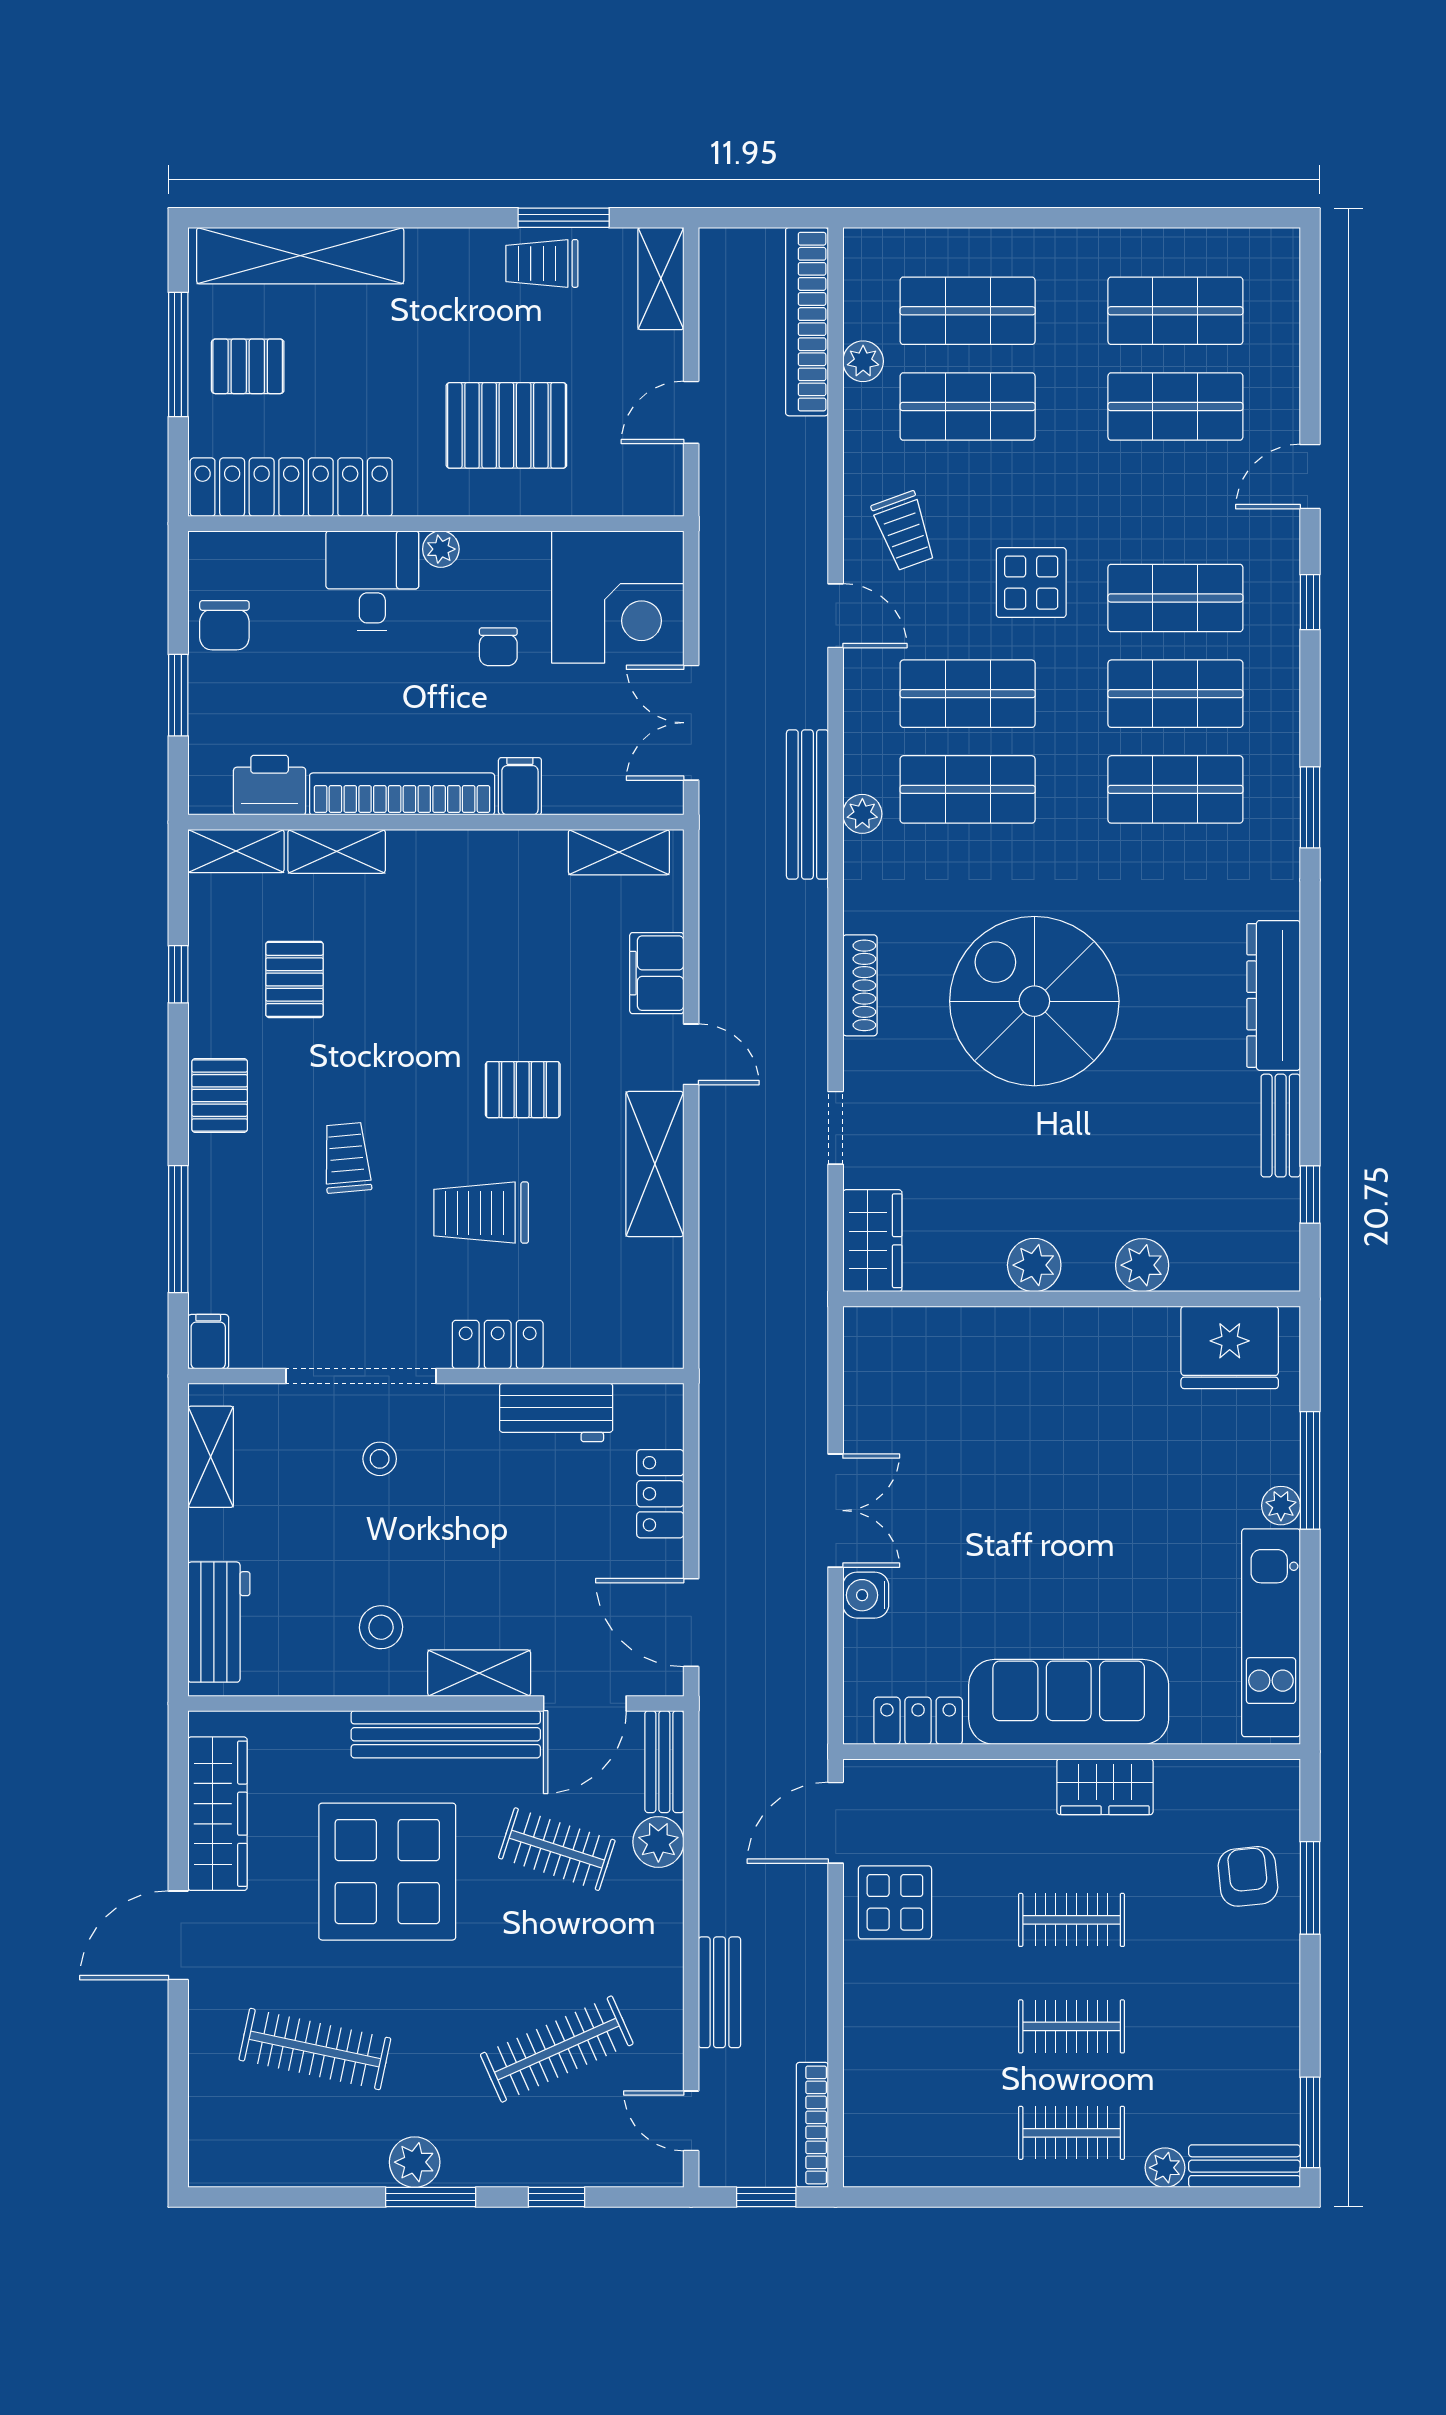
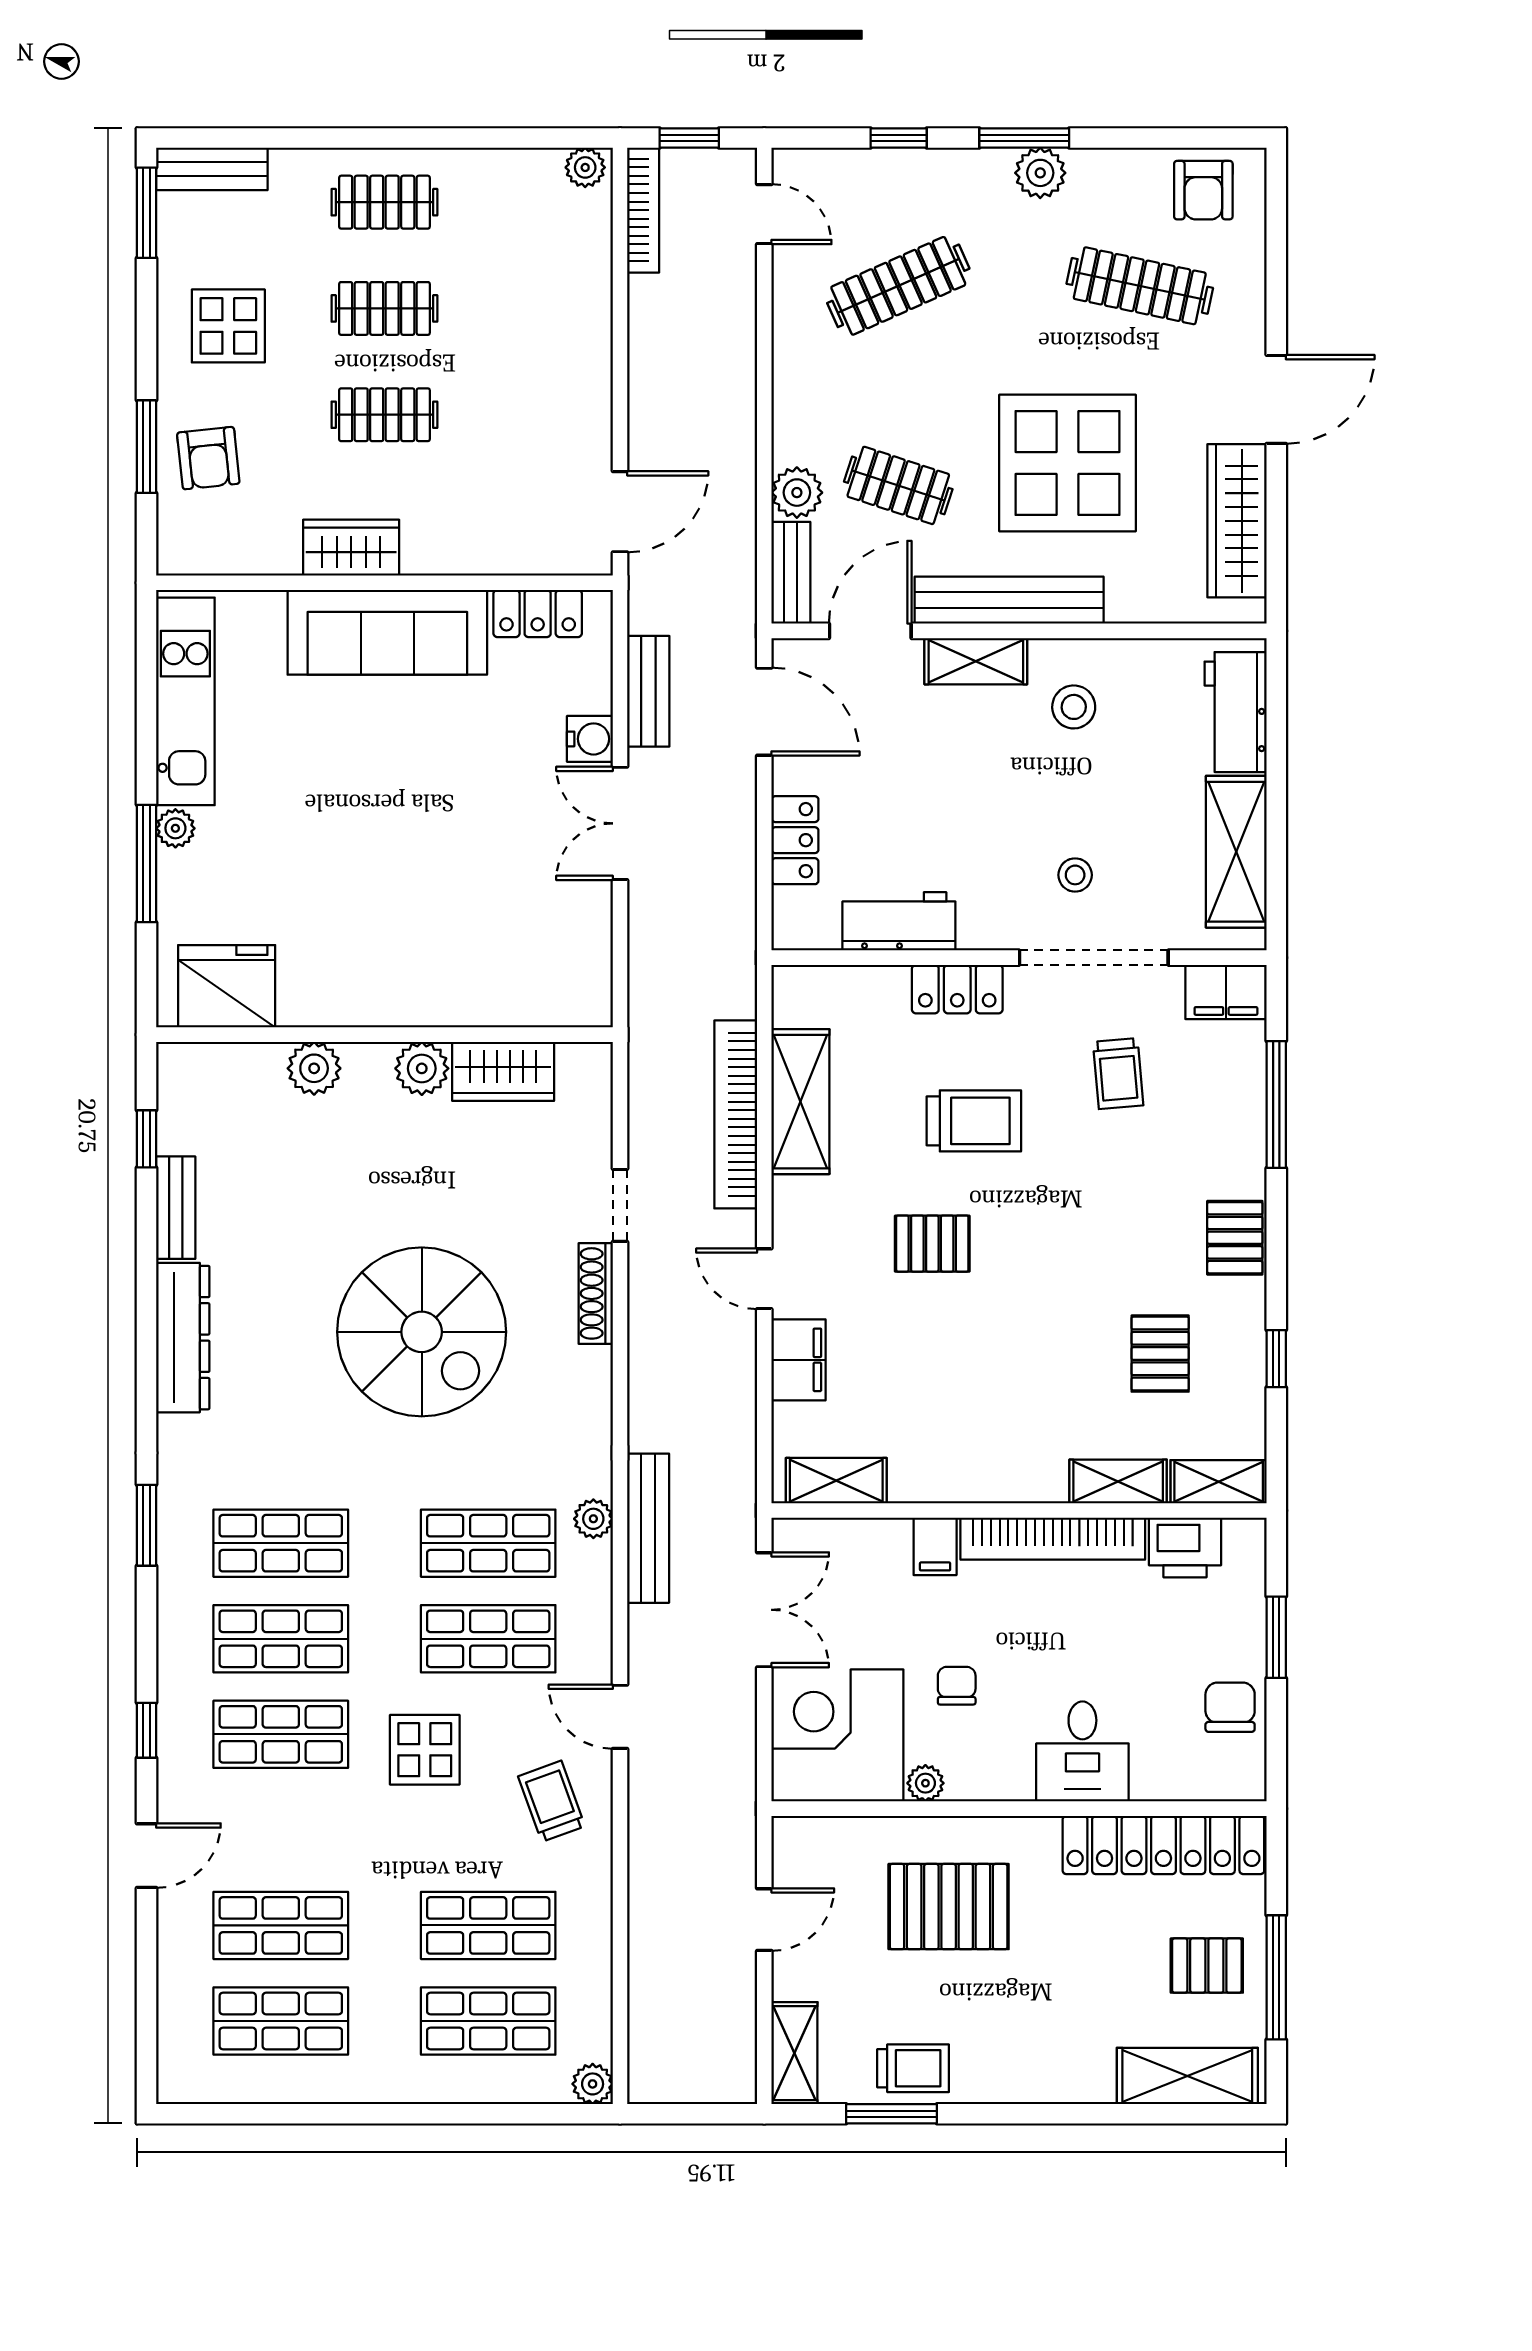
shelving: (300, 256) -> (1187, 2076), width x0.68
bookcase: (807, 322) -> (736, 1114), moved, turned 180
plant: (863, 361) -> (593, 2084), moved
plant: (441, 549) -> (925, 1783), moved
shoe rack: (860, 985) -> (596, 1293), moved
trolley: (347, 1158) -> (1118, 1074), moved
shelving: (655, 1164) -> (800, 1102), moved
wardrobe: (872, 1241) -> (503, 1071), moved, turned -90
filing cabinet: (208, 1342) -> (1226, 992), width x2.00
shelving: (211, 1457) -> (1236, 852), width x1.50, depth x1.33
display table: (895, 1902) -> (228, 326), moved
bench: (719, 1992) -> (648, 691), moved
armchair: (251, 2145) -> (1203, 190), added
plant: (1165, 2168) -> (585, 167), moved

